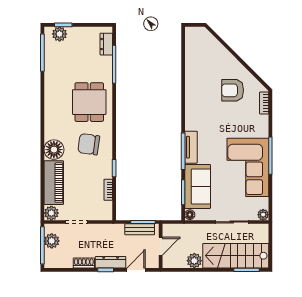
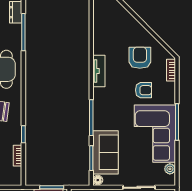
armchair: (233, 90) -> (140, 58), turned 90
armchair: (236, 123) -> (144, 90), added
tv unit: (191, 147) -> (99, 71), moved
plant: (263, 215) -> (170, 169), moved

